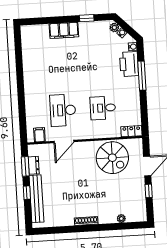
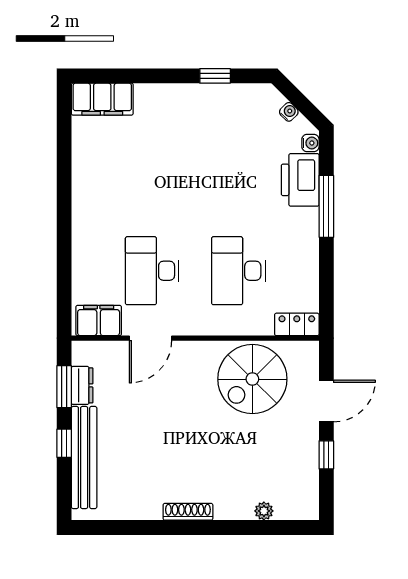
plant: (114, 27) -> (273, 99), removed
filing cabinet: (64, 30) -> (102, 99), moved
desk: (103, 108) -> (238, 271), width x1.37
filing cabinet: (39, 135) -> (99, 320), width x2.00
spiral stairs: (112, 158) -> (252, 379), turned 90

